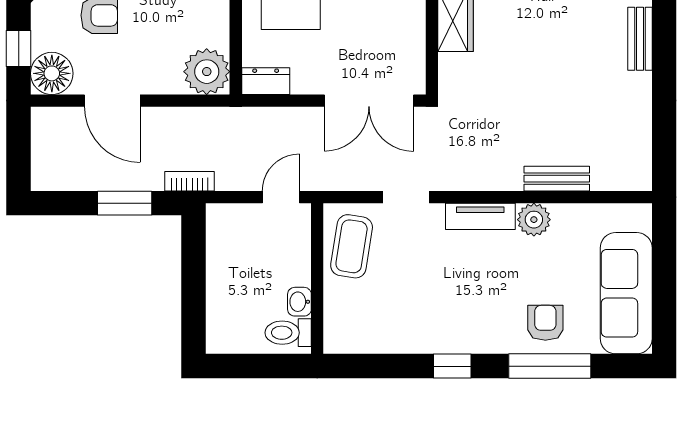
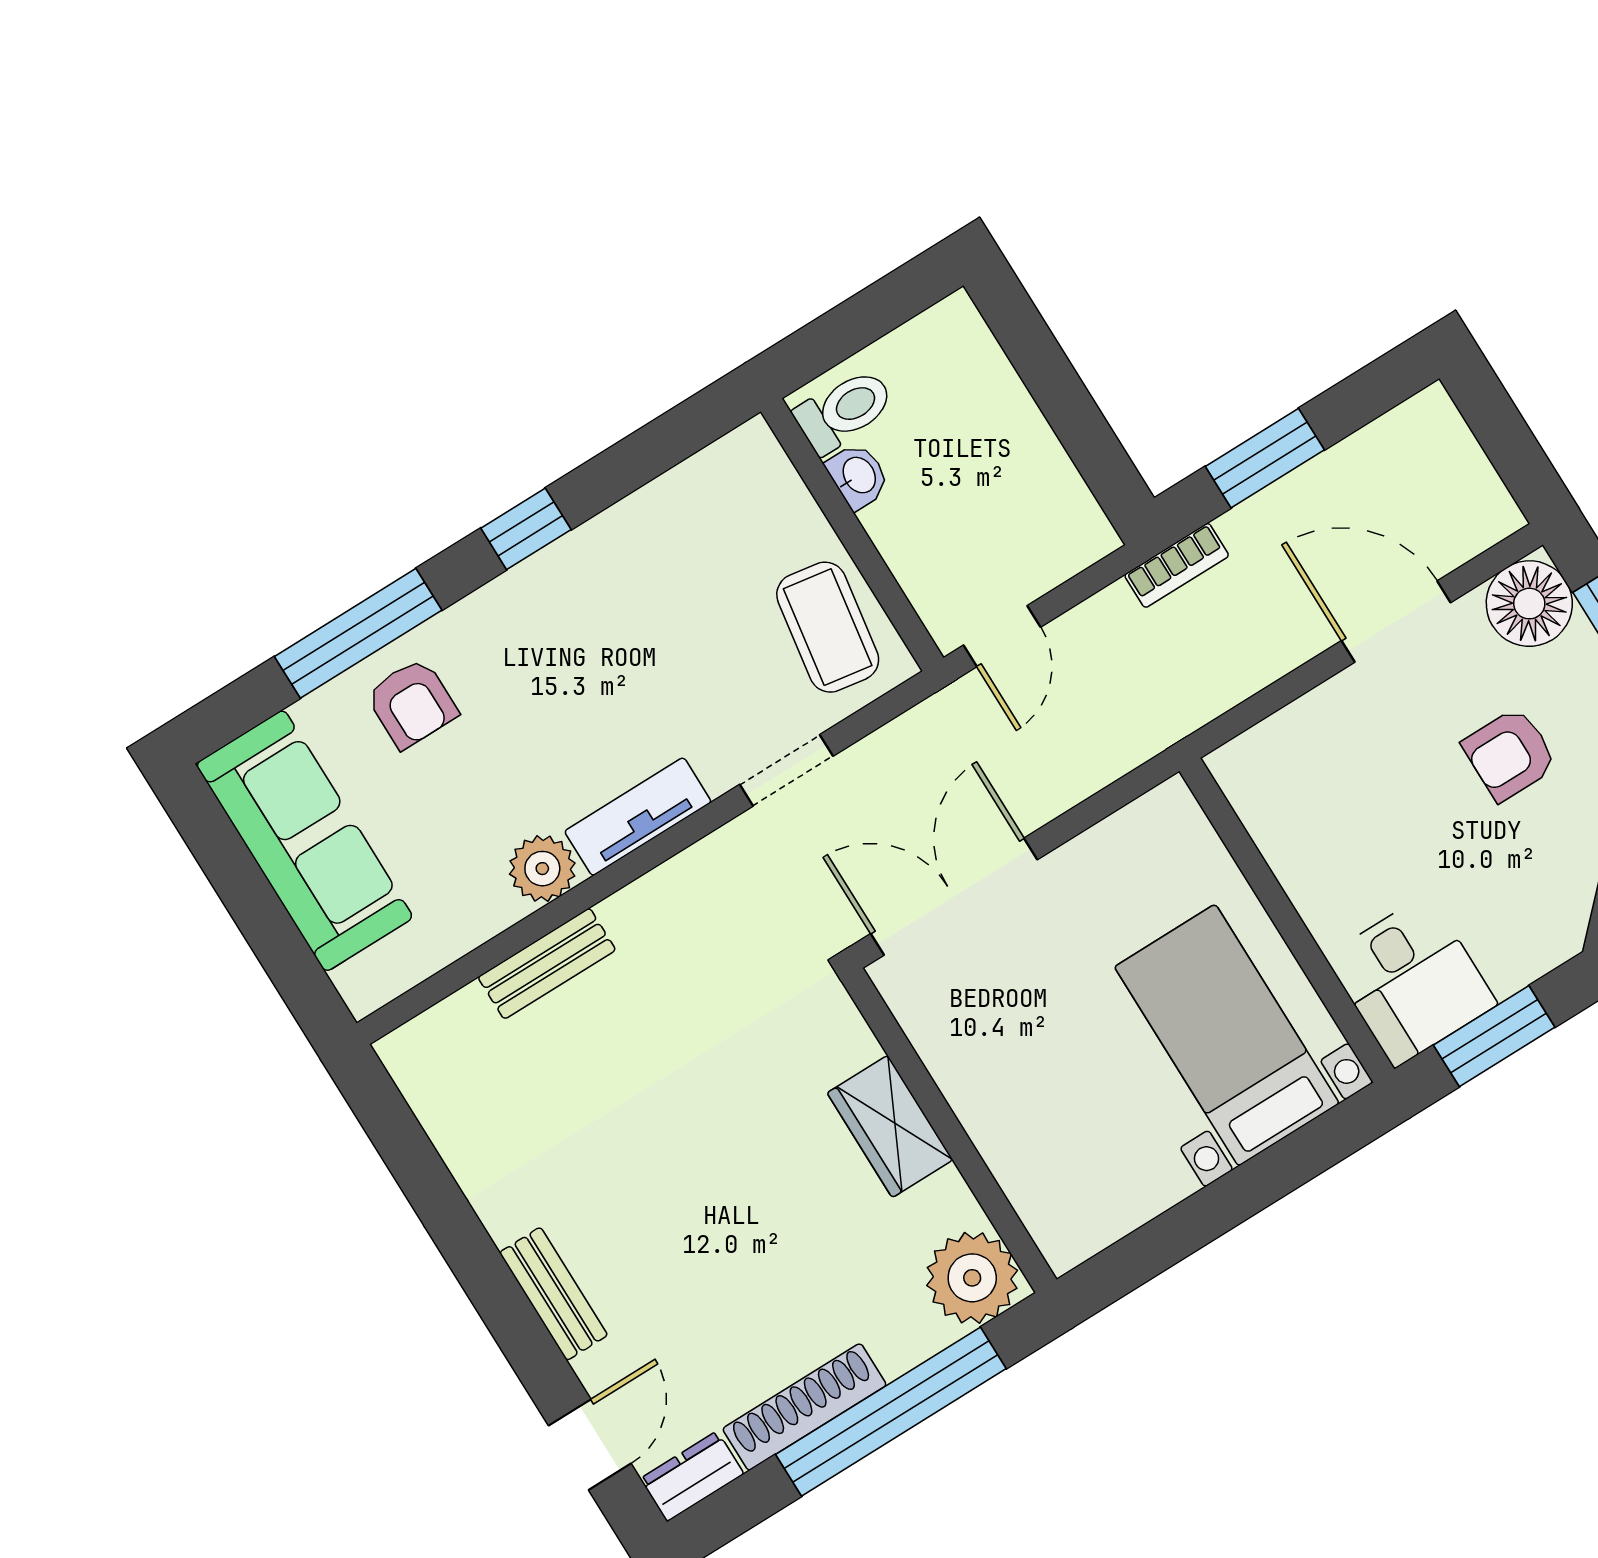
plant: (207, 72) -> (1264, 773), removed
dresser: (266, 81) -> (1153, 819), removed

